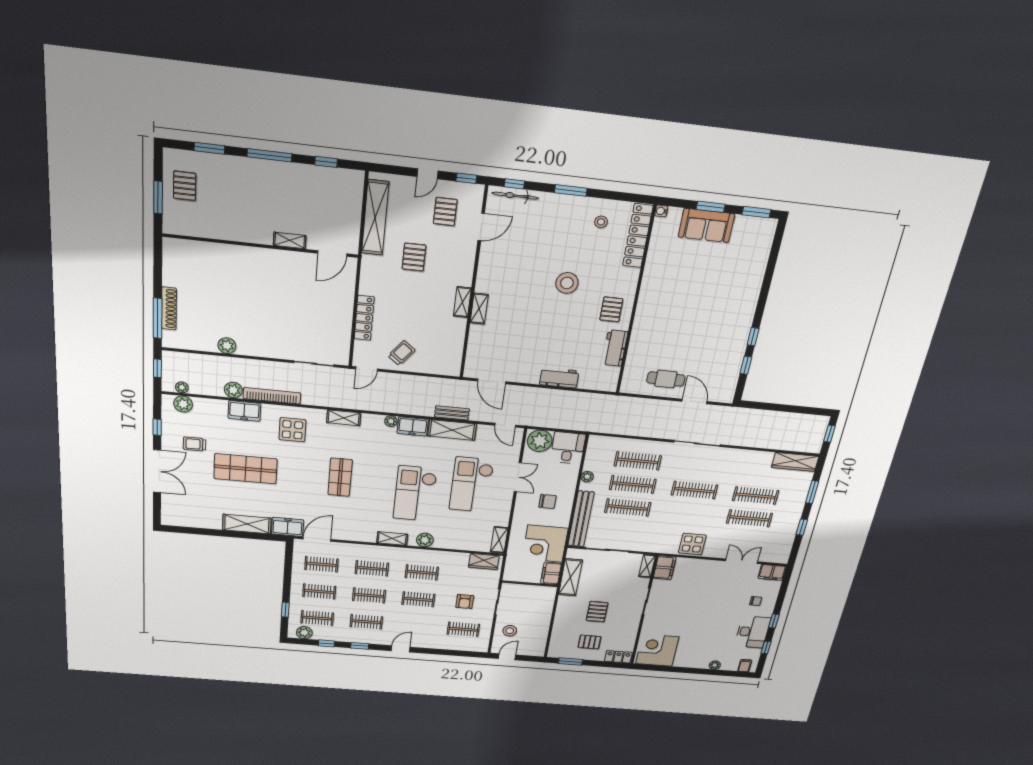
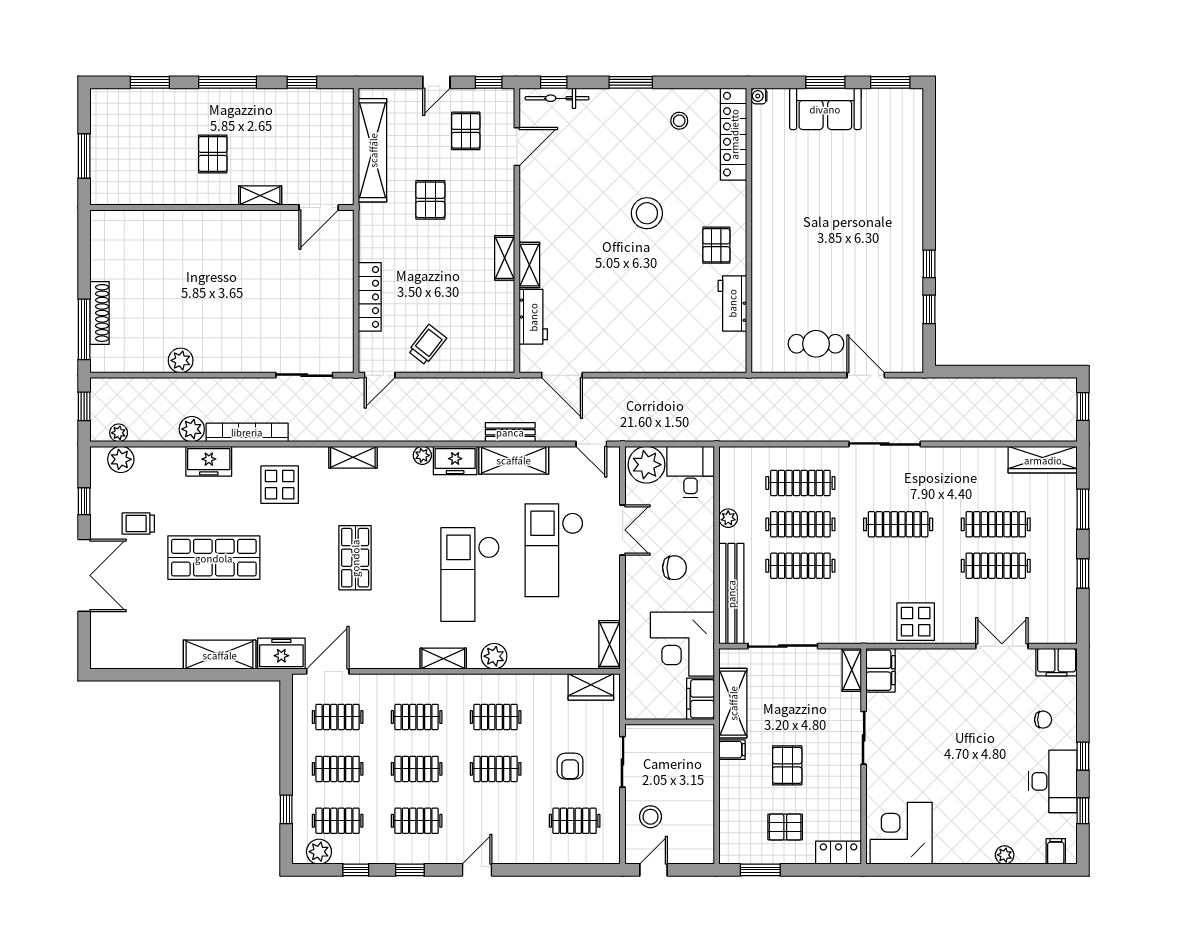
pallet: (185, 186) -> (213, 154), moved
workbench: (559, 378) -> (533, 317), moved, turned 90
filing cabinet: (565, 601) -> (732, 750), added

